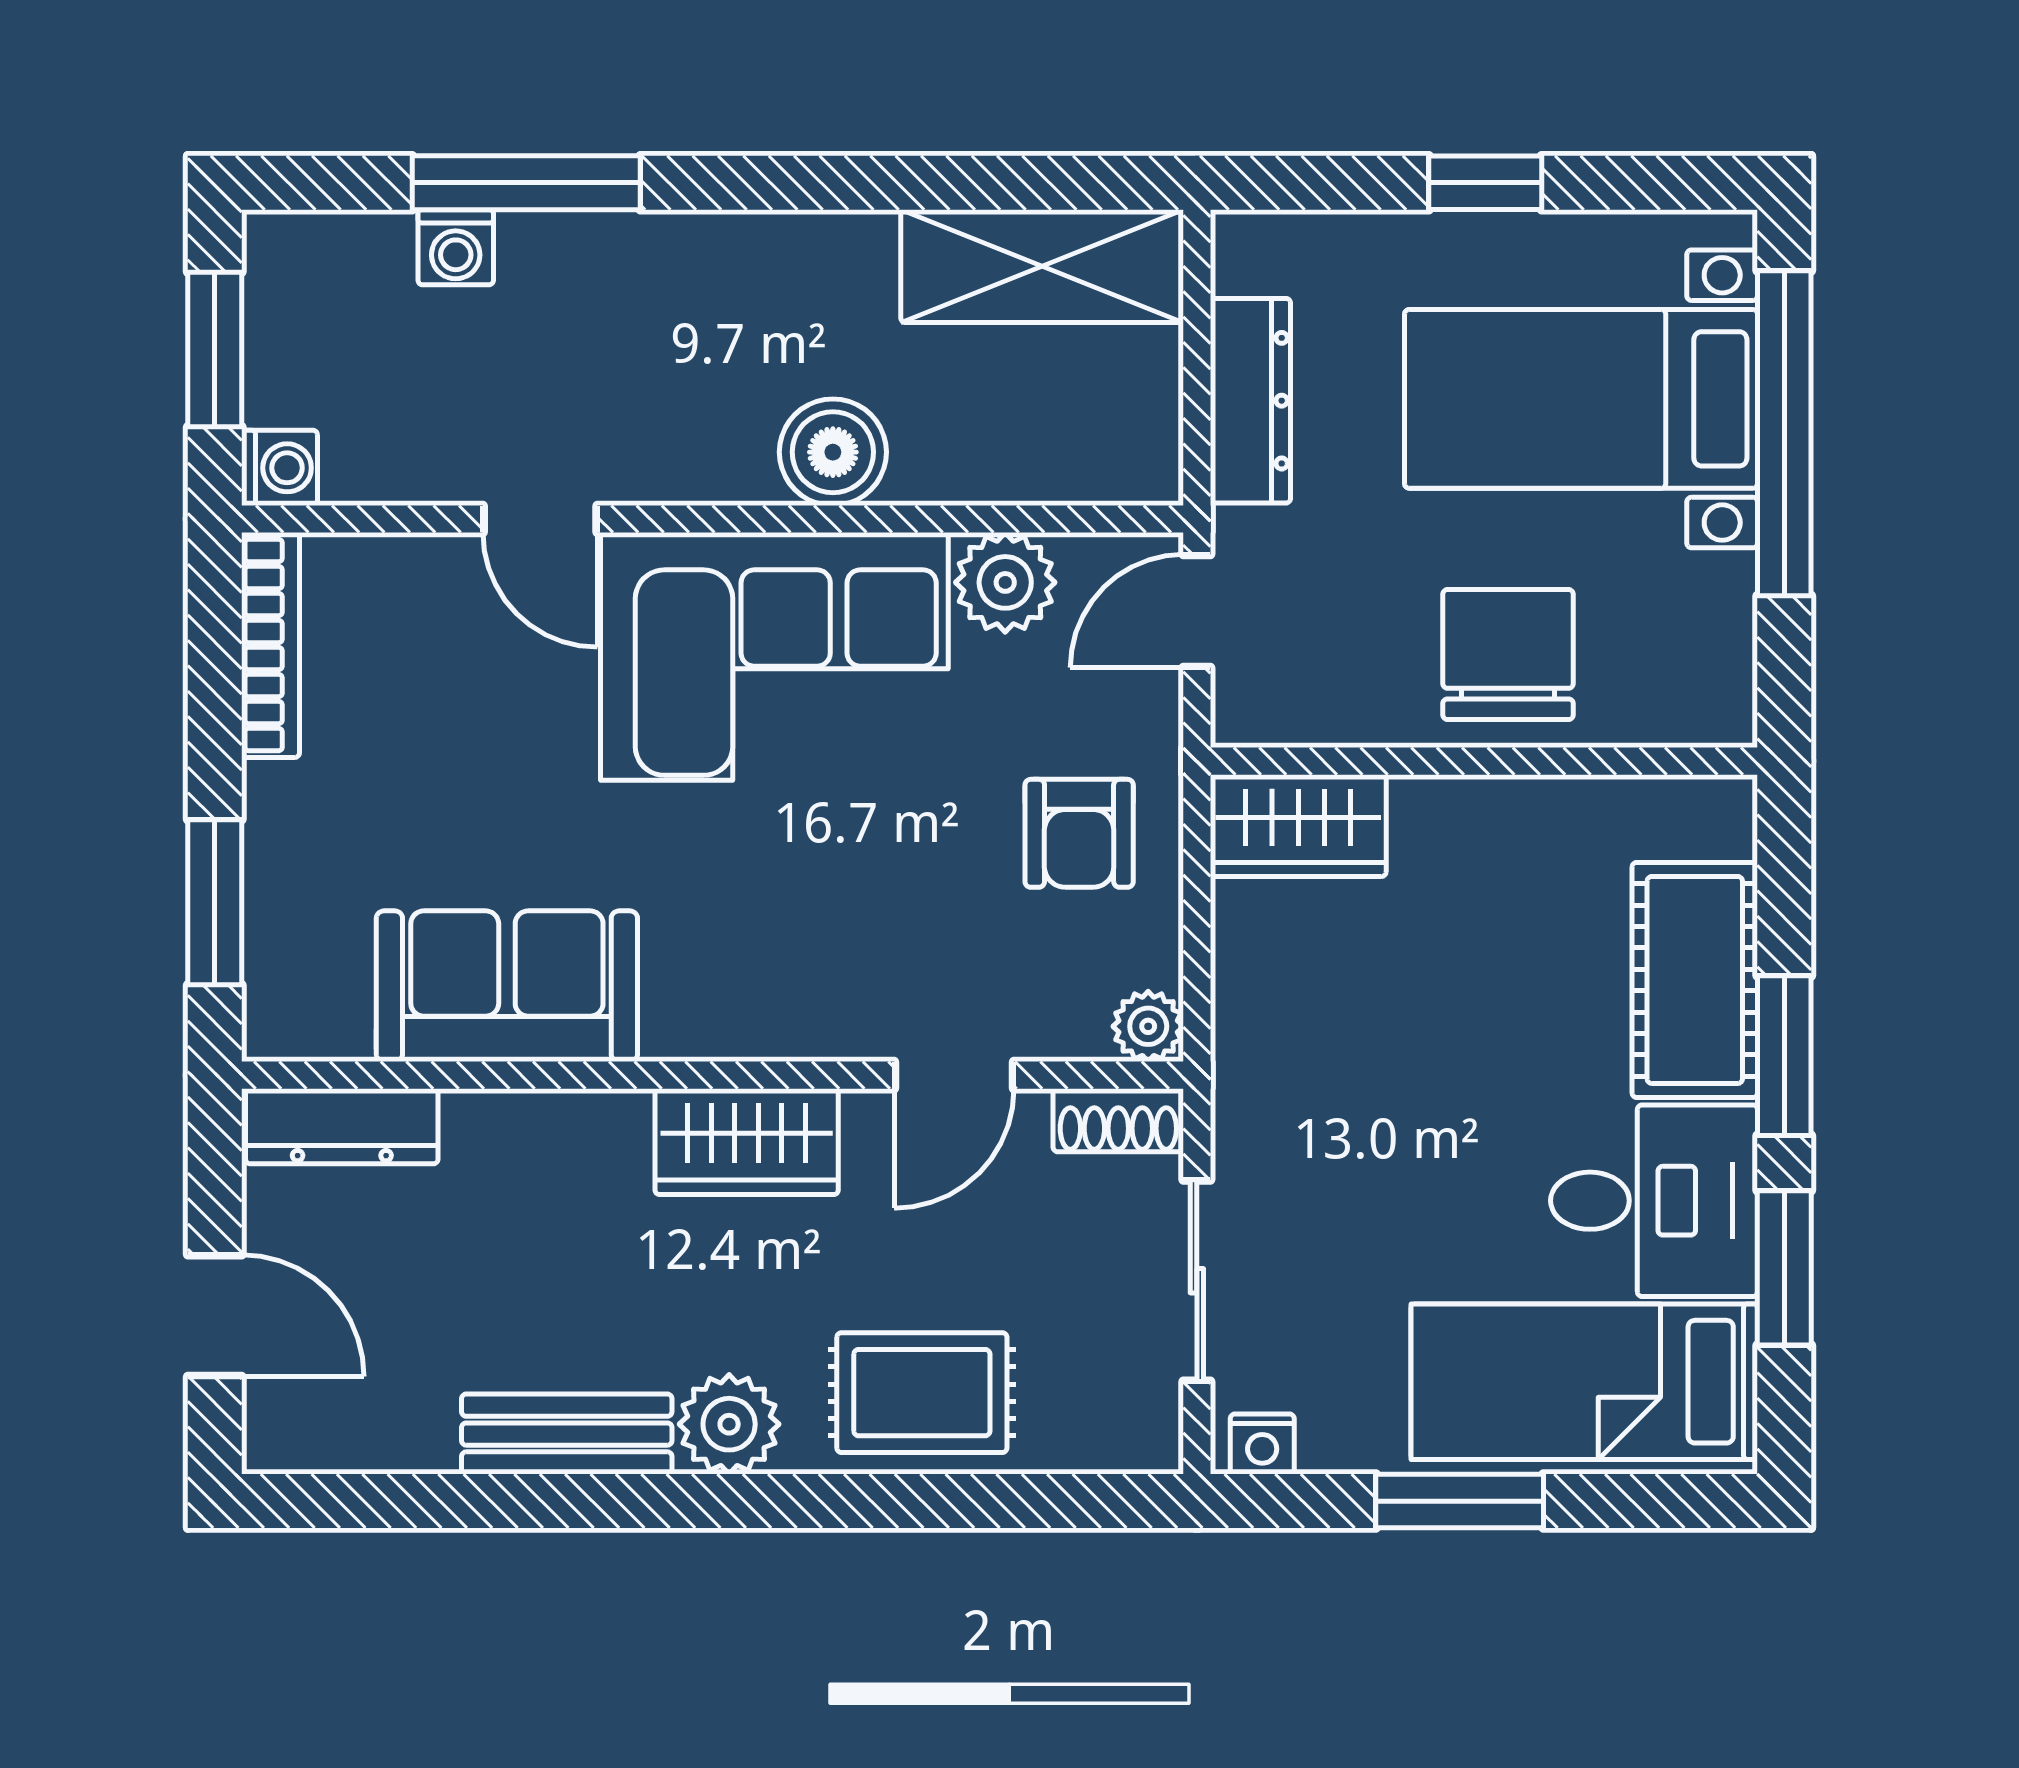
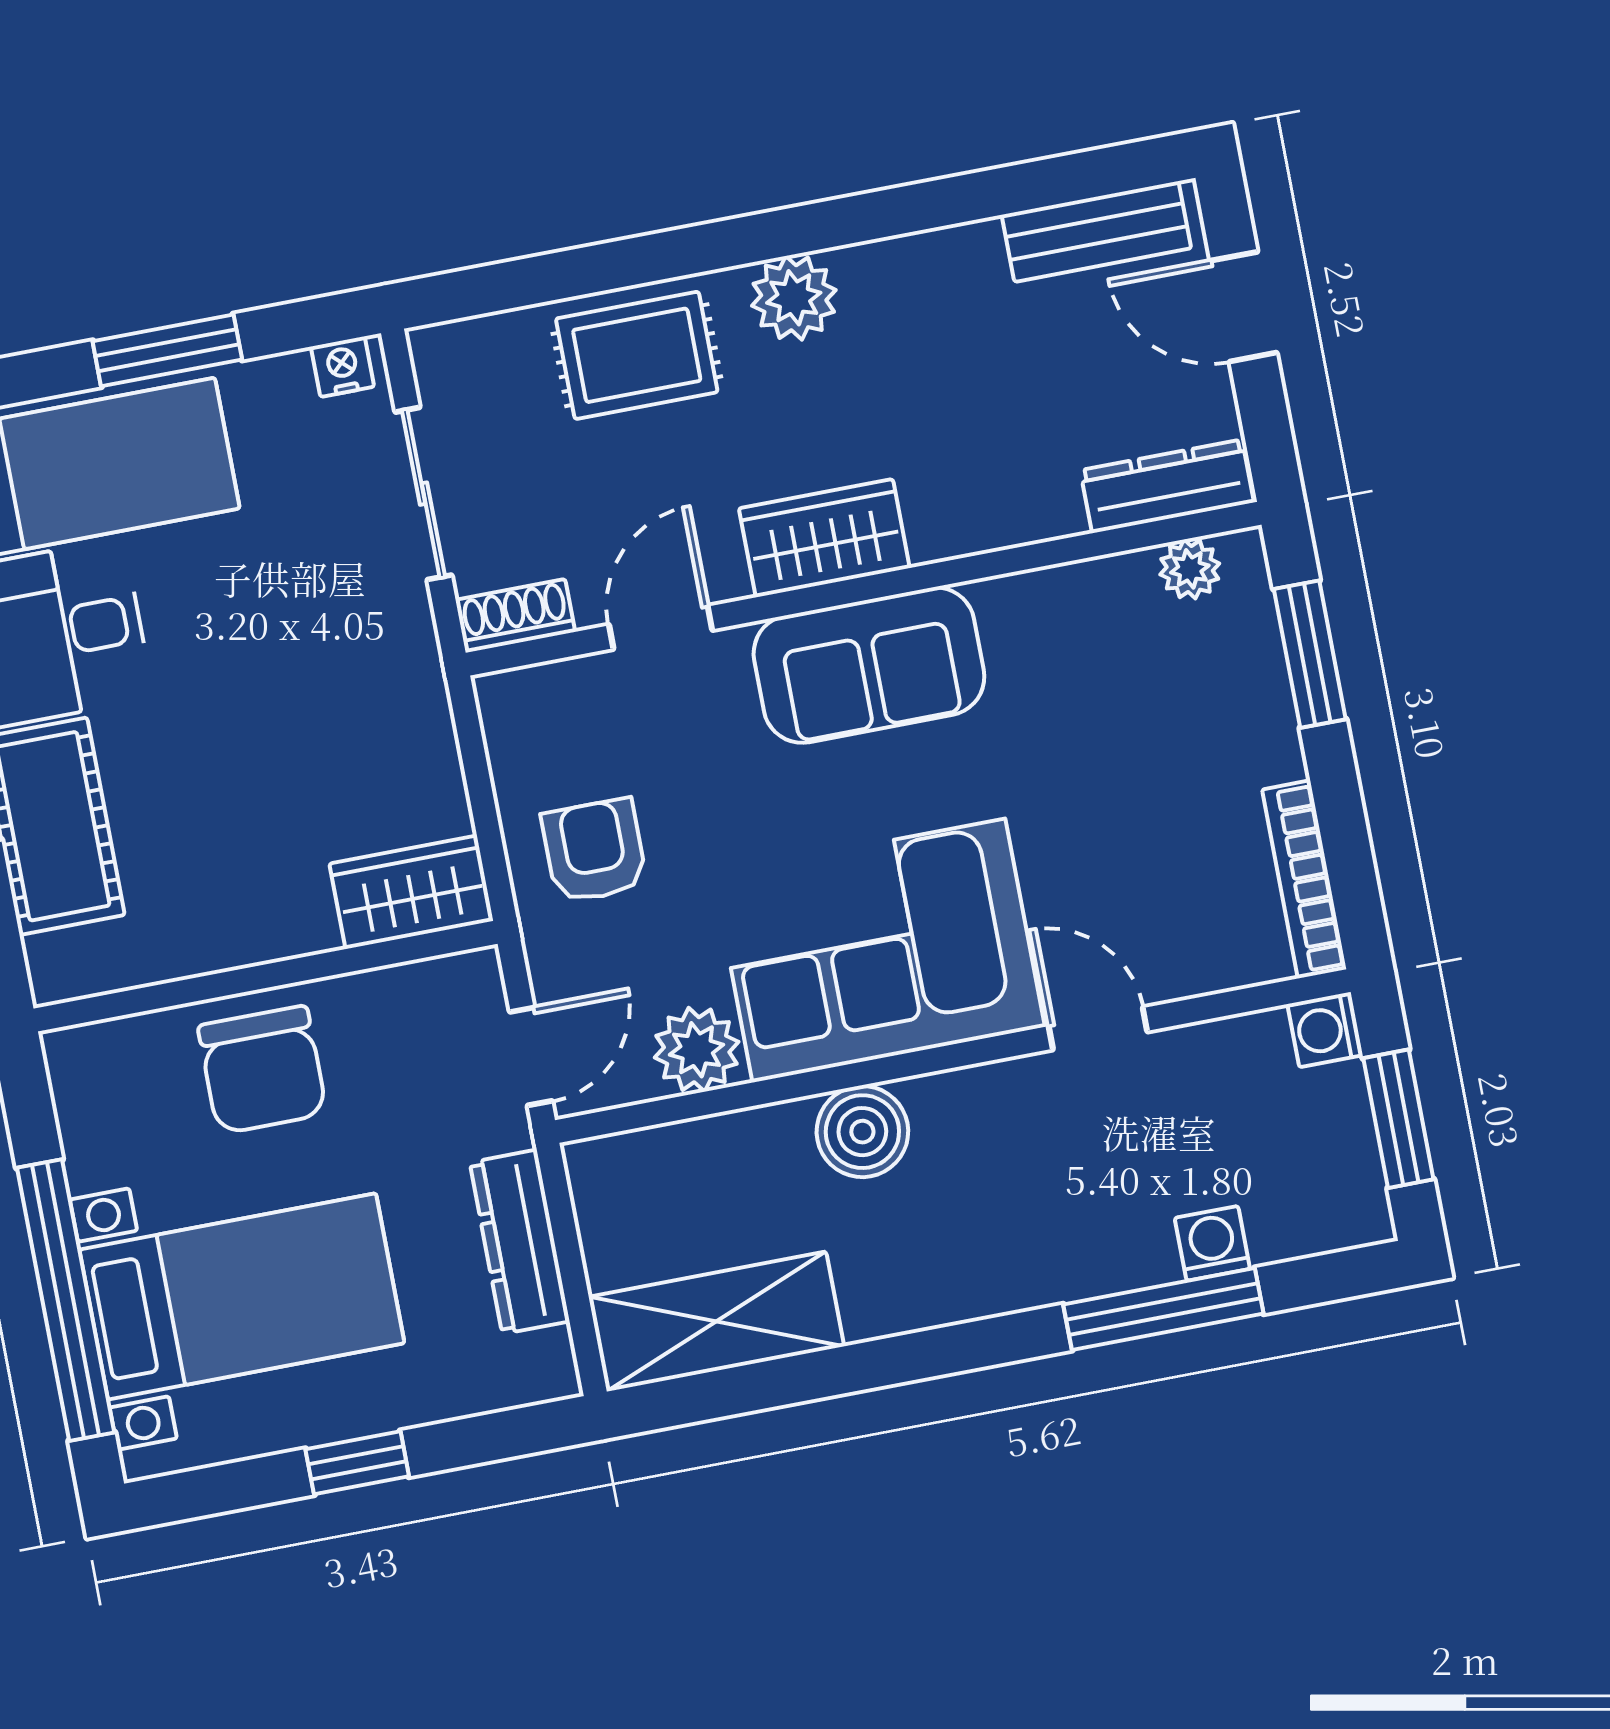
sofa: (507, 986) -> (869, 665), moved
plant: (1148, 1026) -> (1190, 569), moved
bench: (567, 1434) -> (1096, 232), moved

